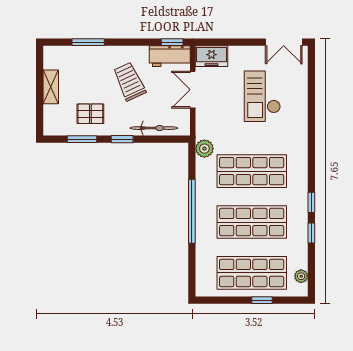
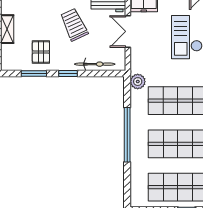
pallet: (90, 114) -> (41, 52), turned 90

